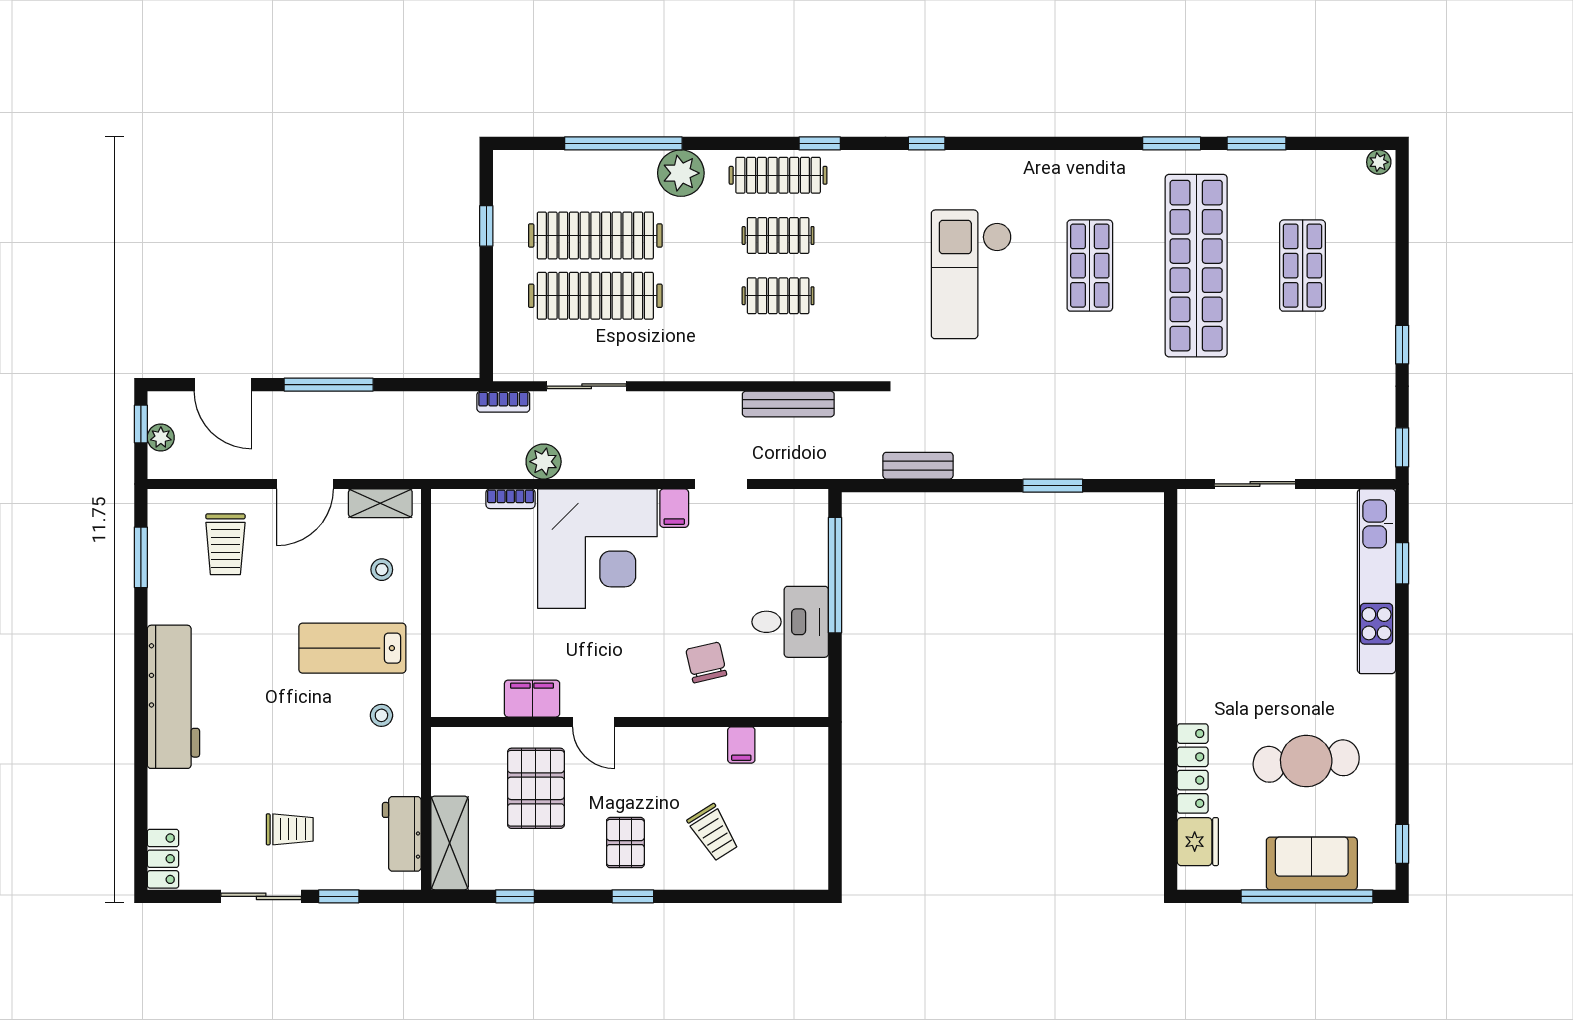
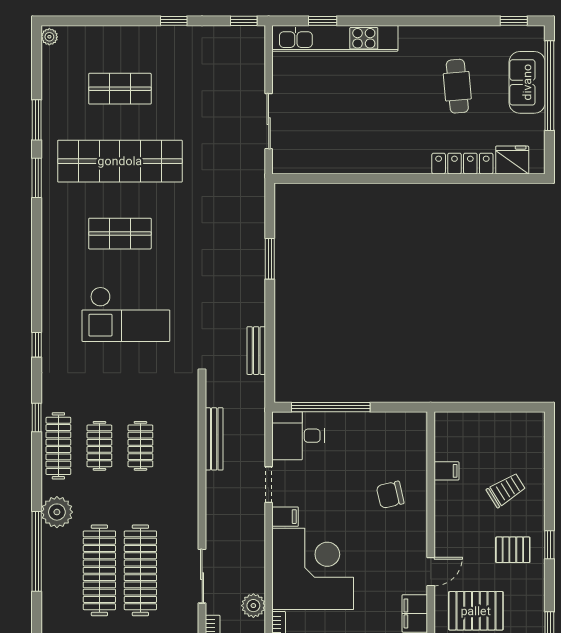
desk: (790, 622) -> (298, 436), moved, turned -90
cafe table: (1306, 761) -> (457, 86), width x0.73, depth x0.74

